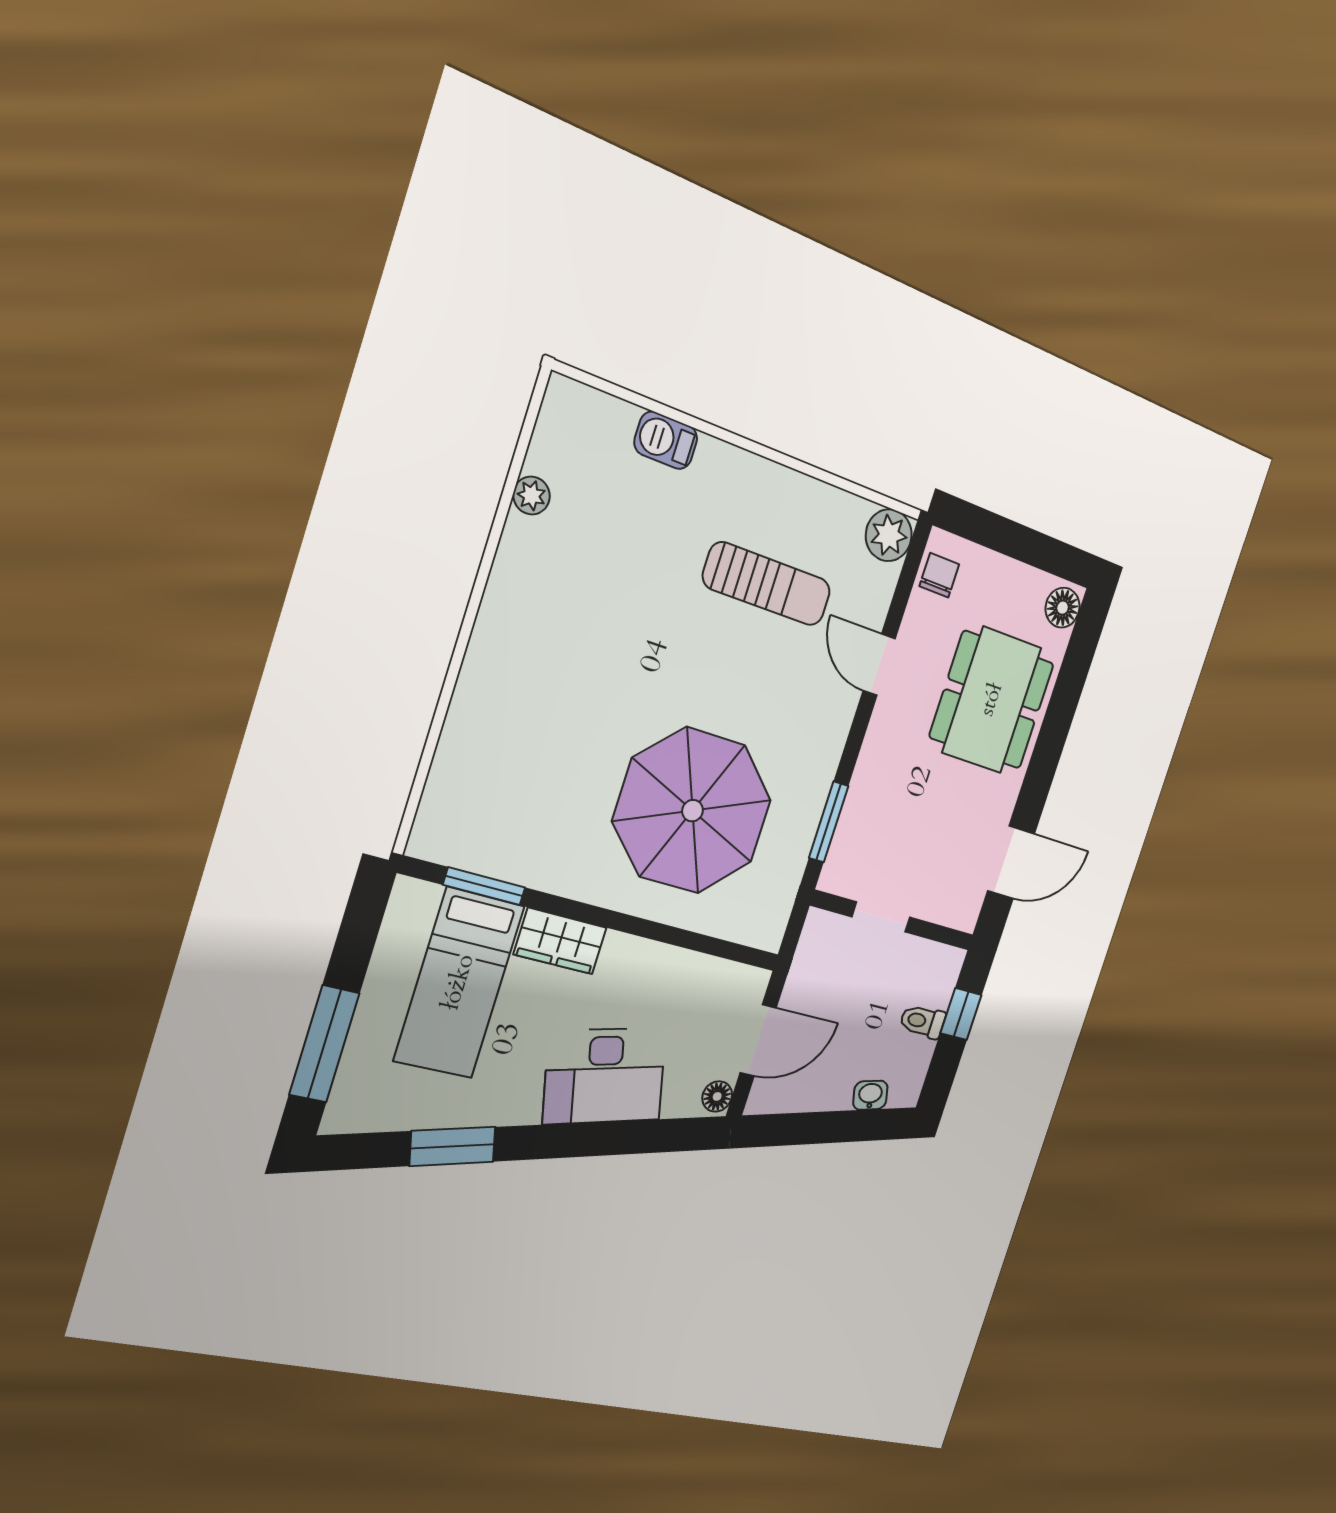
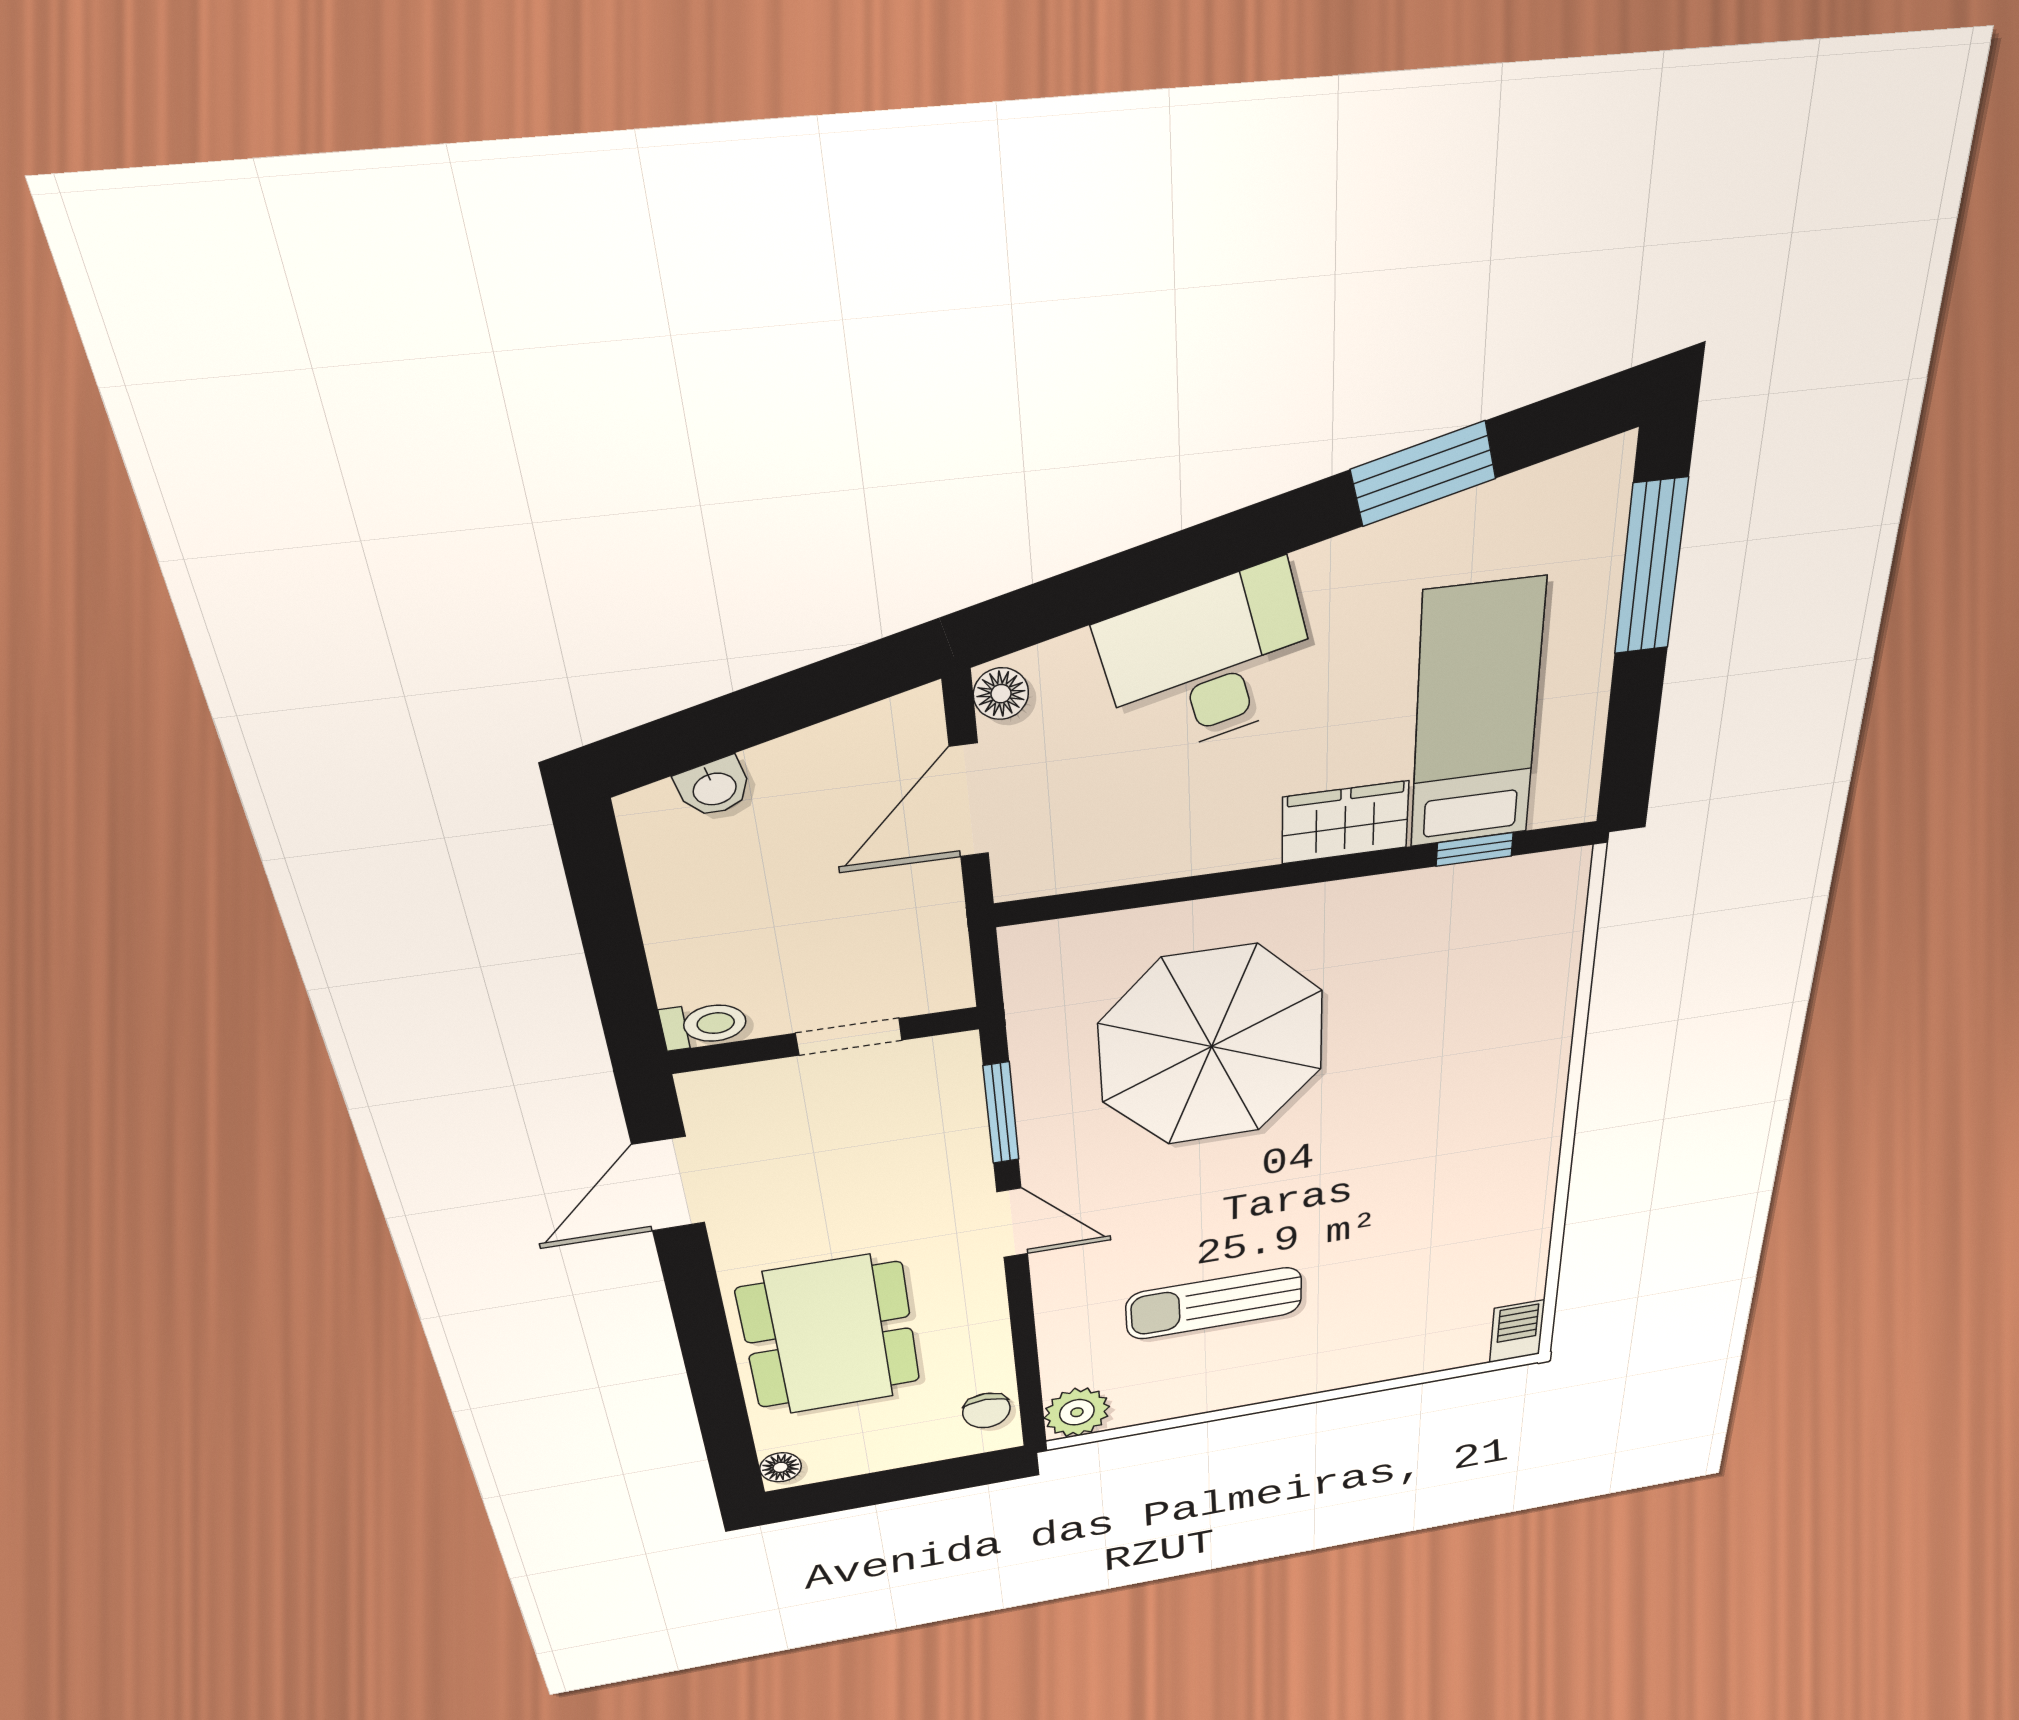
barbecue: (666, 440) -> (1517, 1331), moved, turned -90
plant: (532, 496) -> (1530, 1250), removed
floor lamp: (1063, 608) -> (781, 1467), width x0.73, depth x0.73
door: (879, 665) -> (1012, 1223), moved
window: (484, 886) -> (1475, 849), width x0.67
window: (961, 1014) -> (617, 964), removed
toilet: (922, 1021) -> (704, 1025), moved

